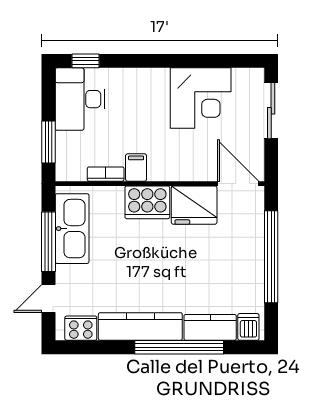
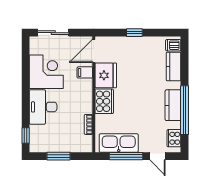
desk: (80, 99) -> (43, 107), moved, turned 90
window: (48, 142) -> (59, 156), moved
filing cabinet: (136, 168) -> (85, 72), moved
window: (271, 257) -> (134, 33), width x0.32
kitchen counter: (140, 326) -> (173, 105), width x0.67
window: (179, 347) -> (185, 110), moved

